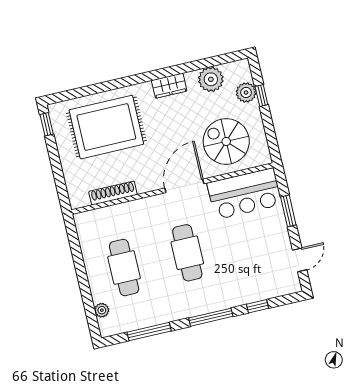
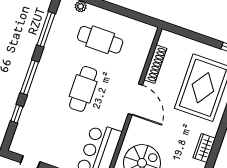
door: (184, 186) -> (135, 99), moved
cafe table: (187, 253) -> (83, 89), turned 90

